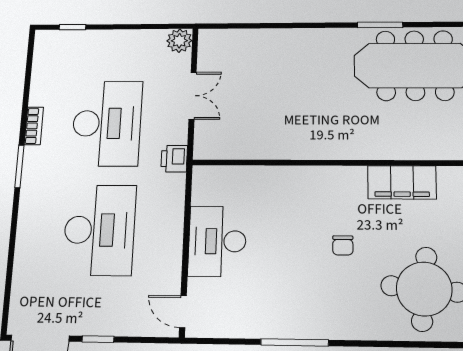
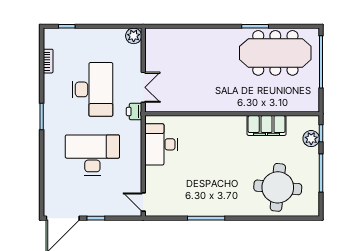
double door: (193, 96) -> (143, 87), moved
bookcase: (34, 126) -> (48, 61), moved
desk: (99, 230) -> (92, 155), turned -90
desk: (217, 241) -> (161, 144), moved
chair: (343, 245) -> (233, 163), removed

